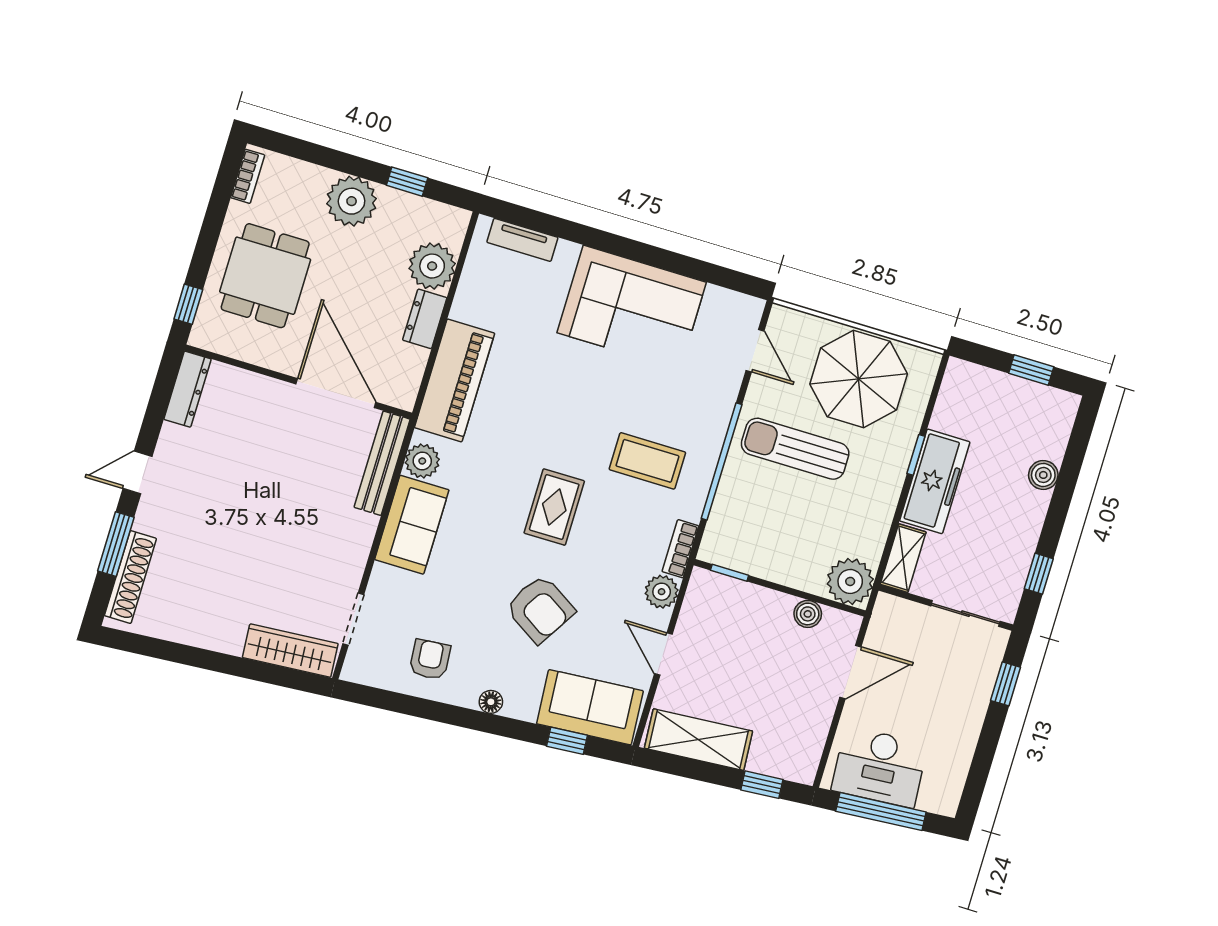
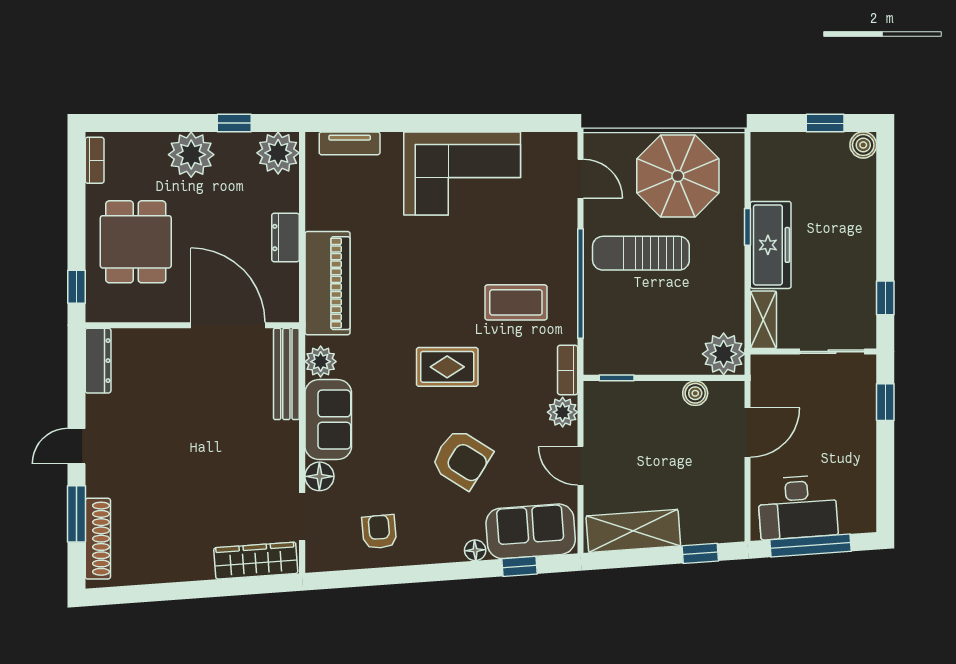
plant: (432, 266) -> (278, 153), moved
boiler: (1043, 475) -> (863, 145), moved
rug: (554, 507) -> (447, 367), turned 90
floor lamp: (384, 582) -> (319, 476), added
floor lamp: (491, 702) -> (475, 550), moved

